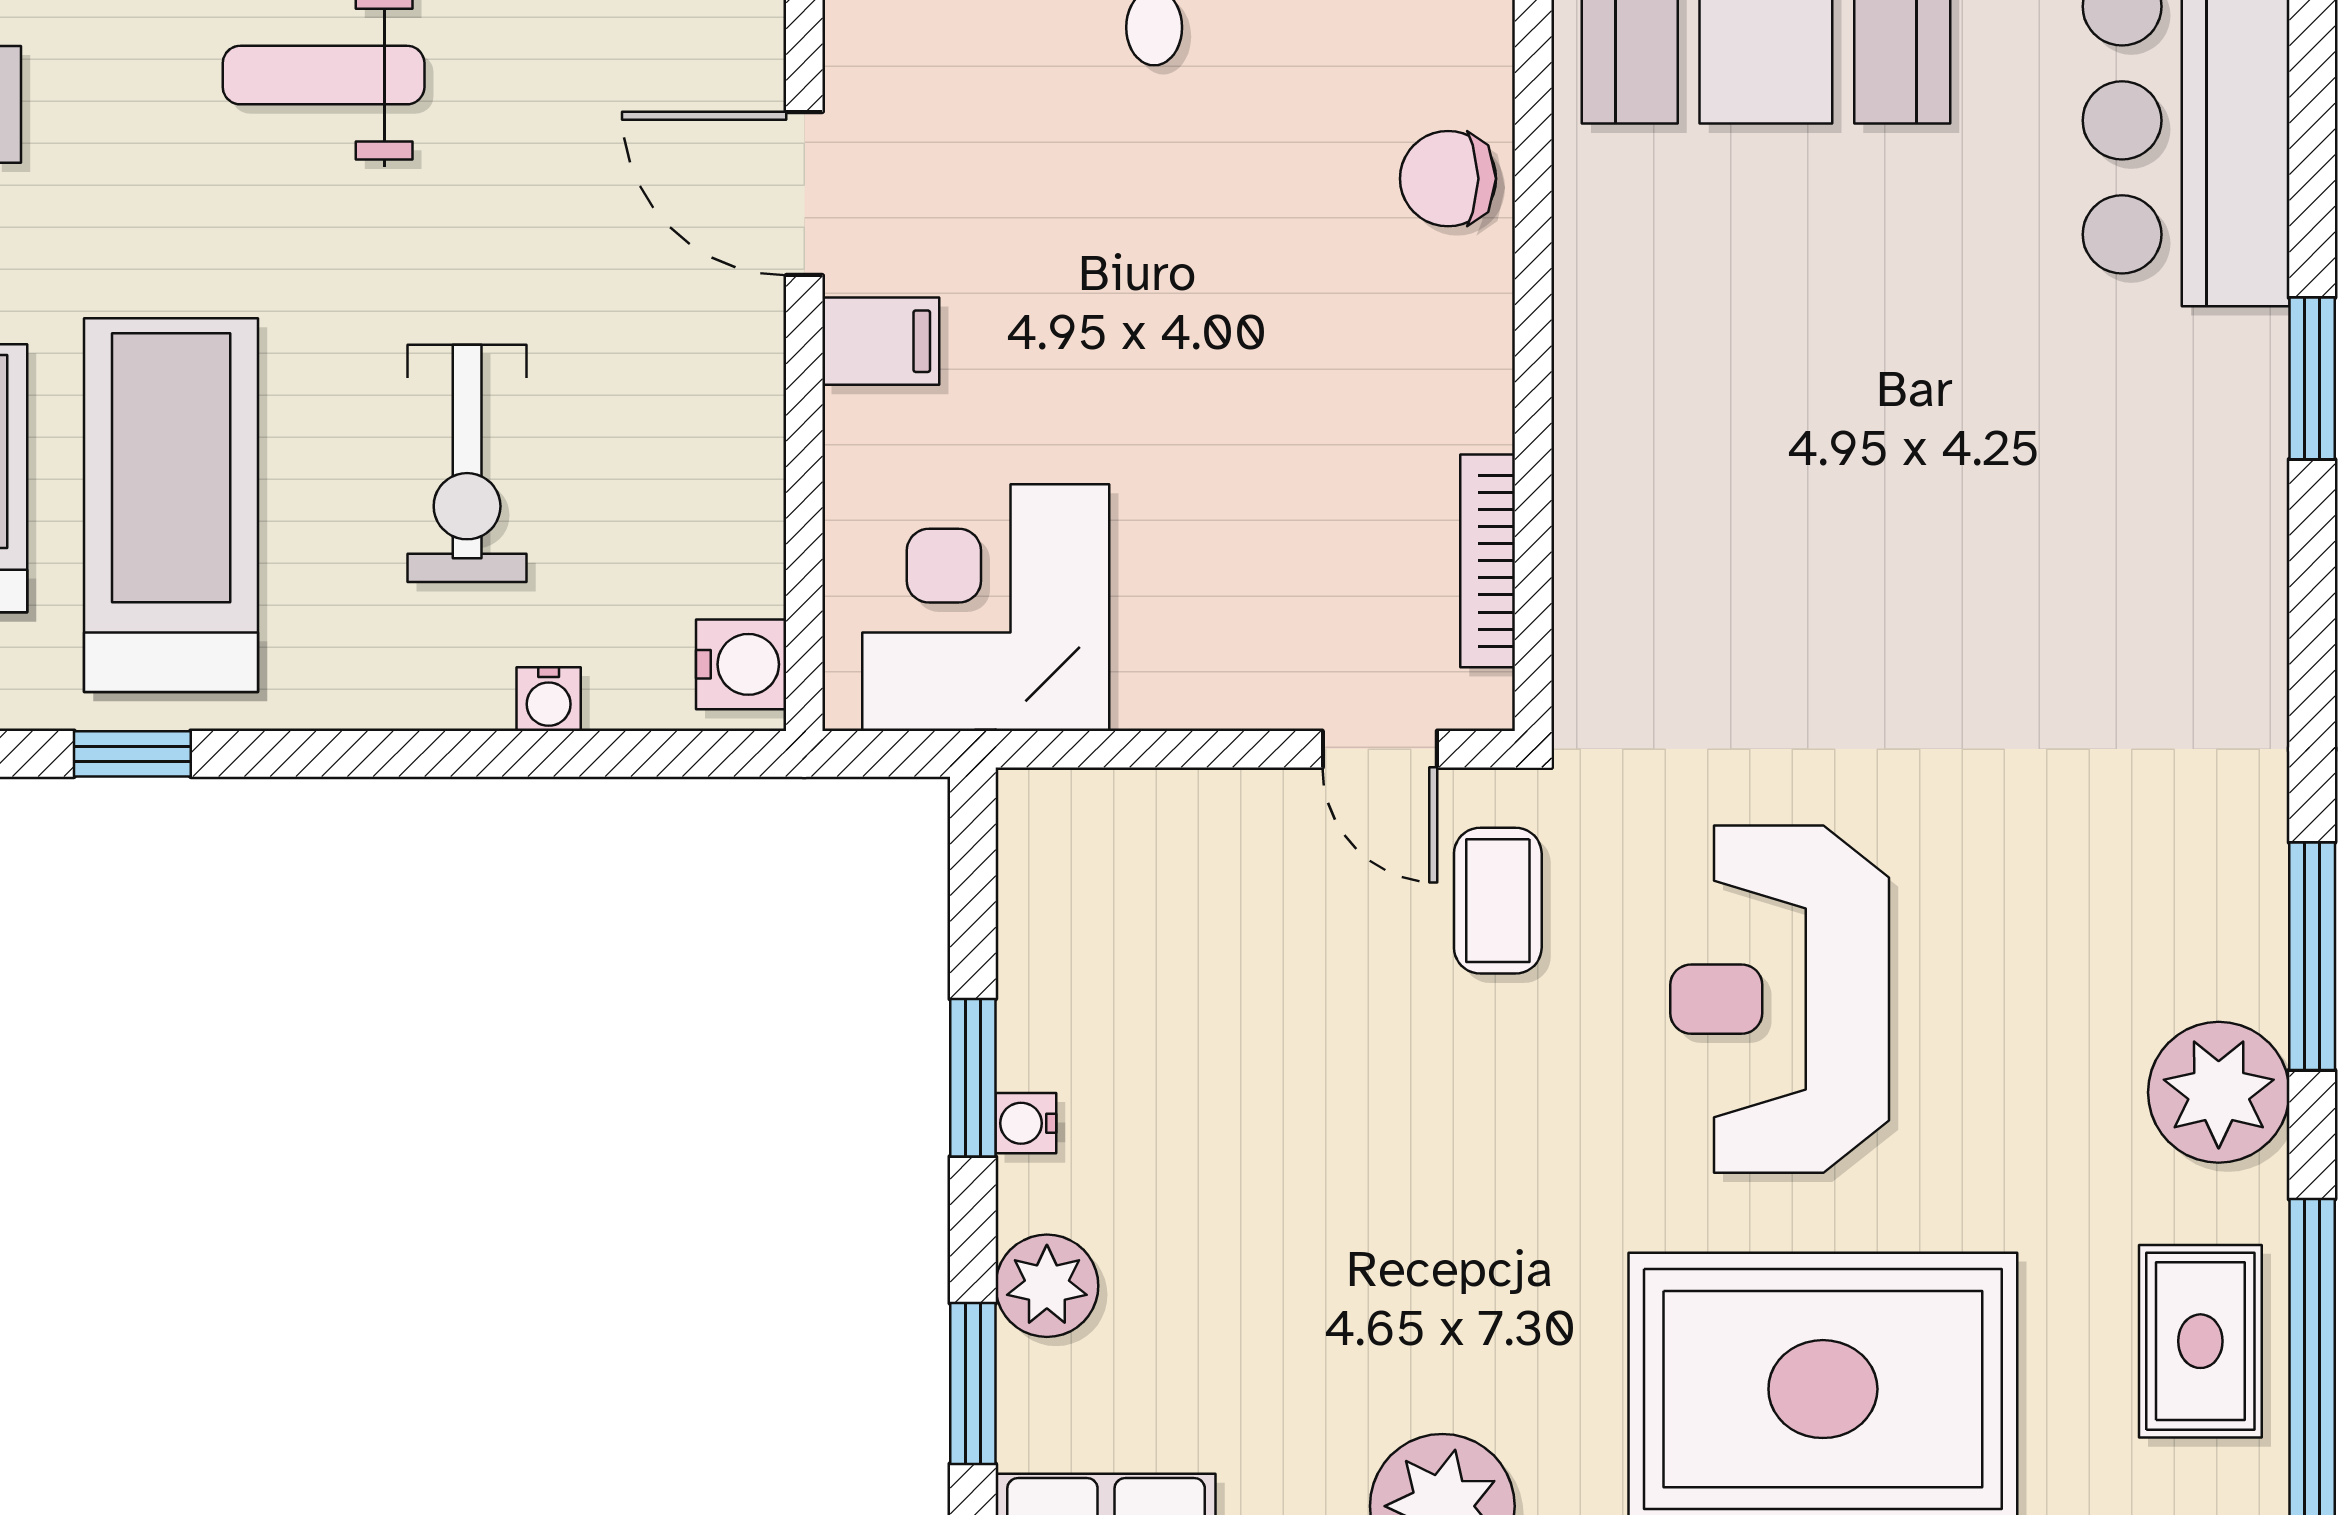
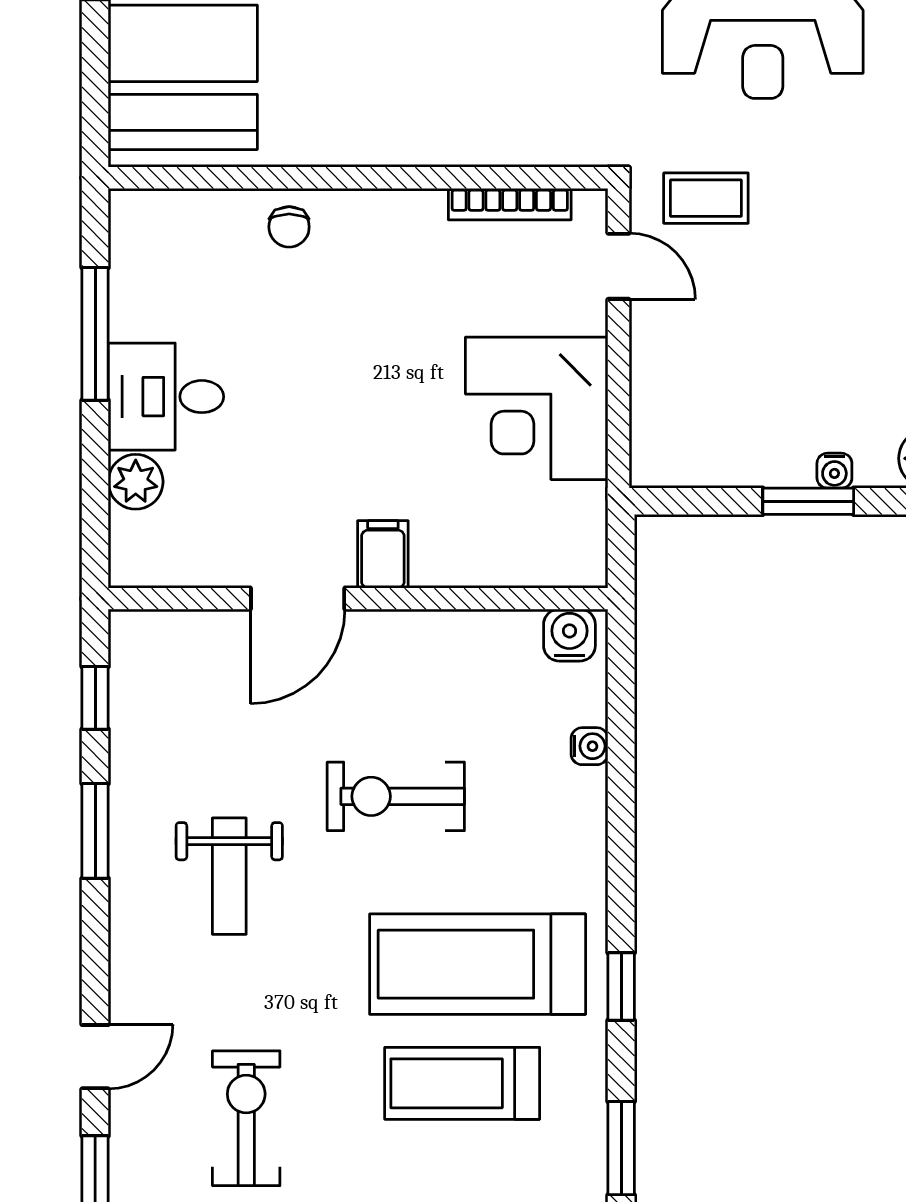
chair: (1448, 179) -> (289, 227), width x0.73, depth x0.73
exercise bike: (467, 463) -> (396, 796), moved, turned 180
corner desk: (986, 608) -> (537, 408), moved
door: (1380, 749) -> (619, 266), hinge flipped

